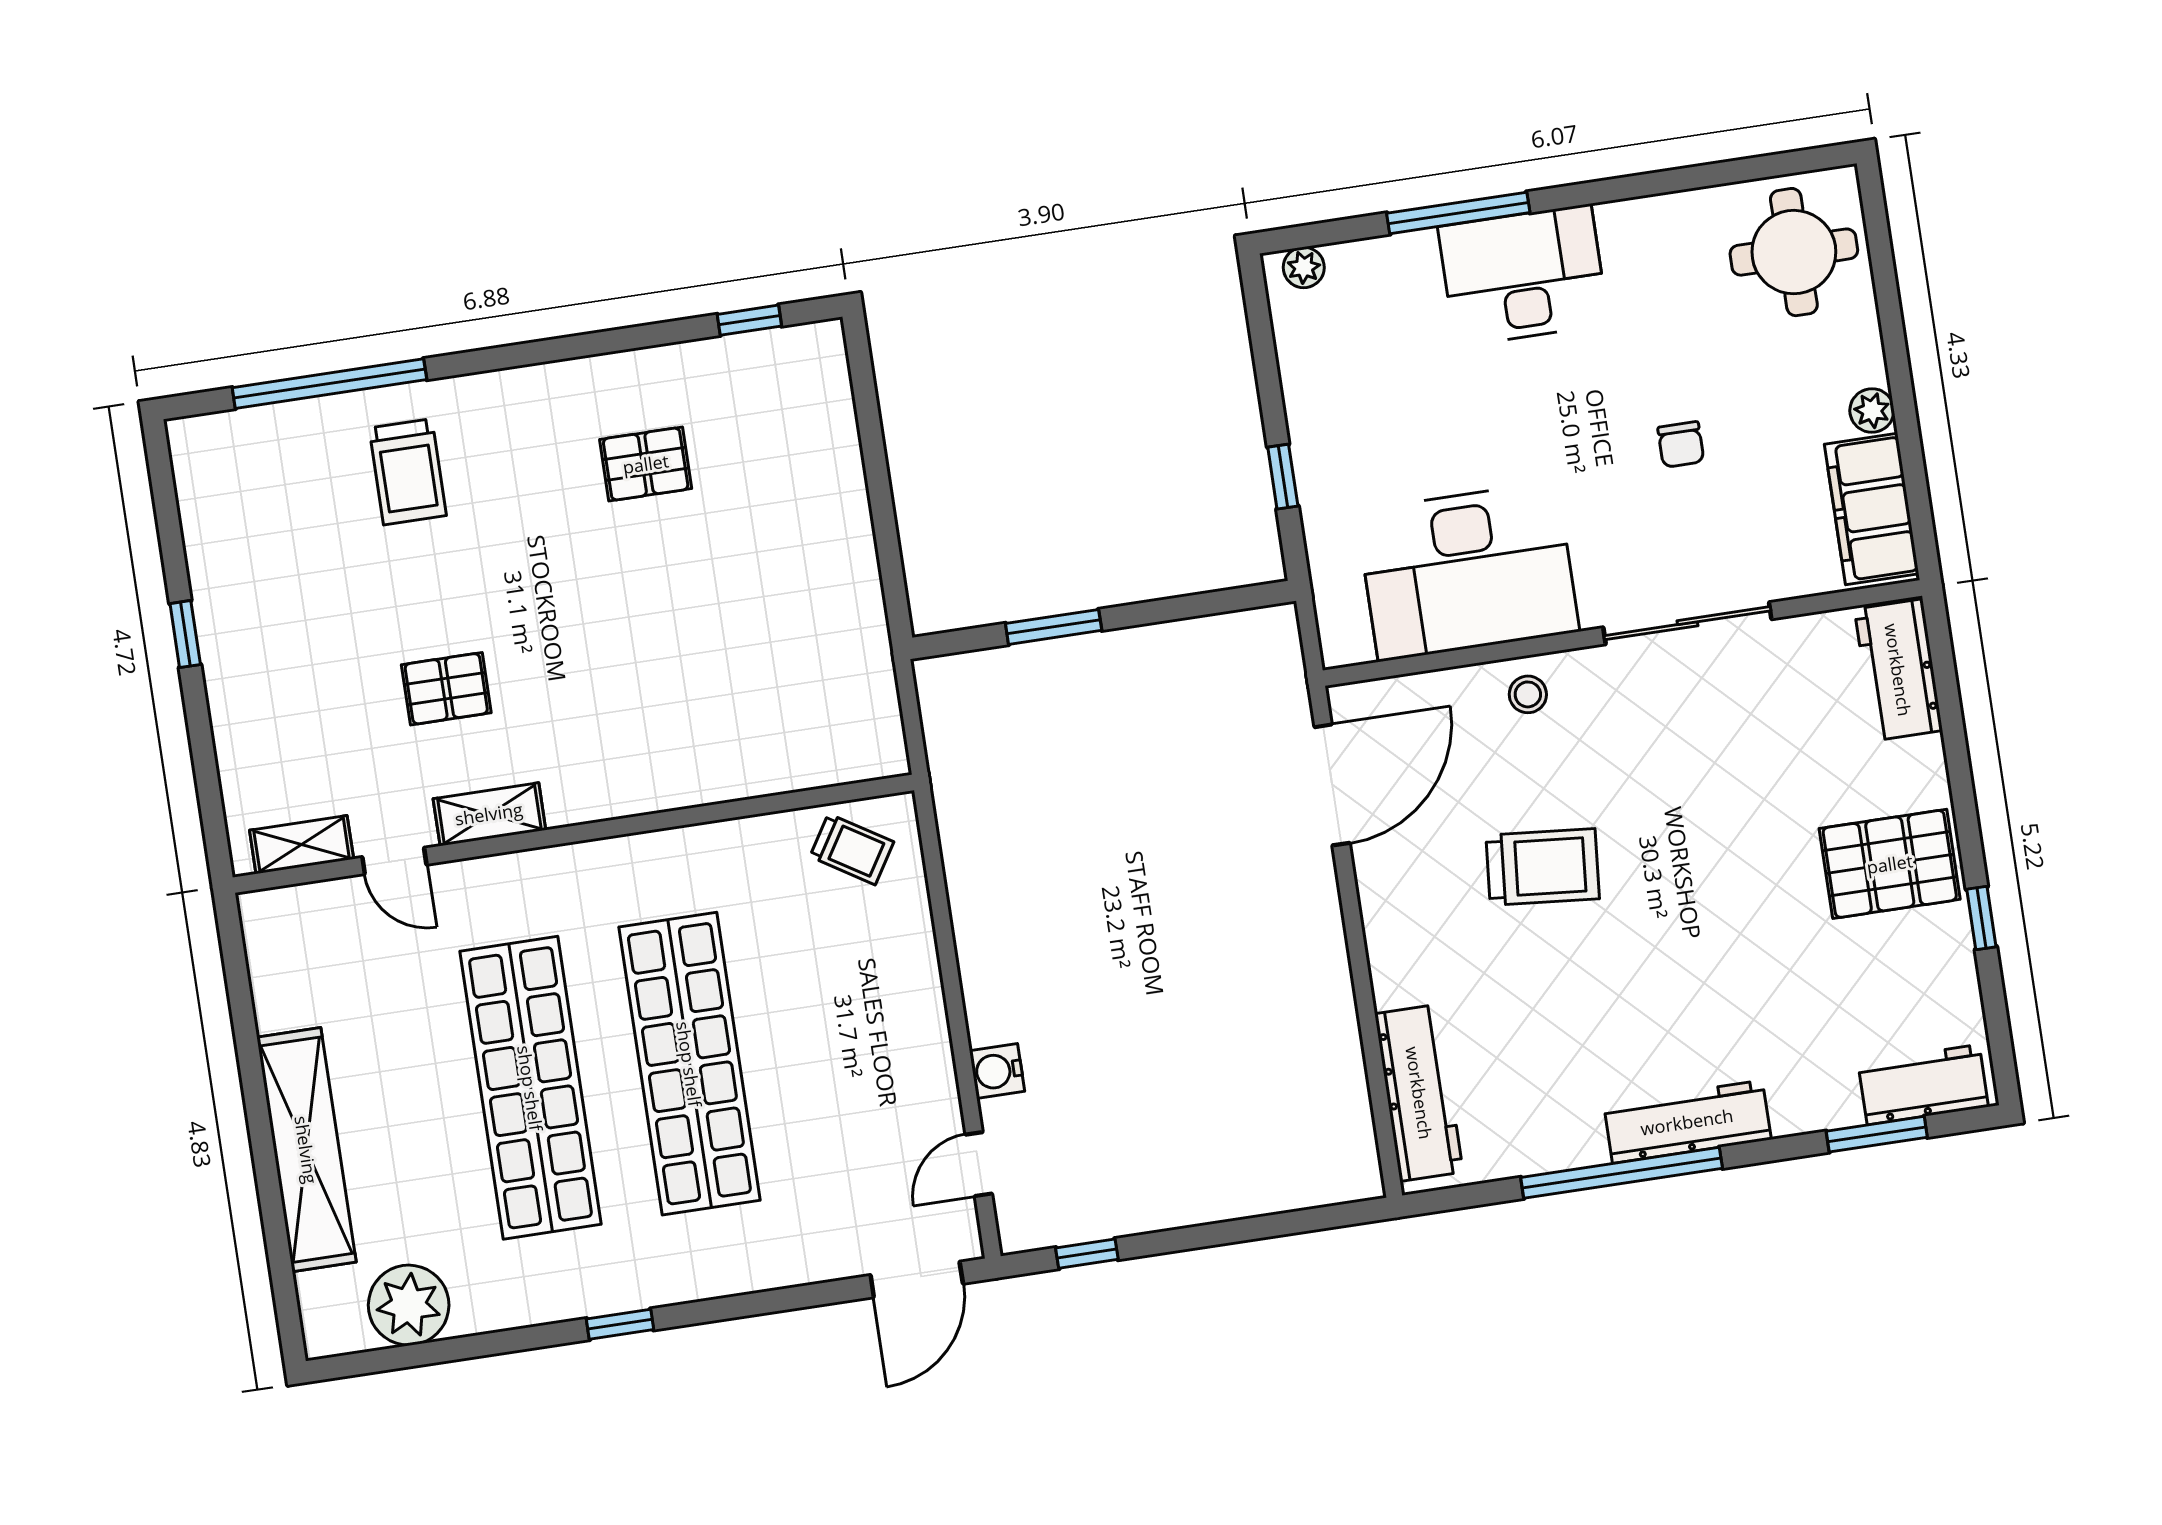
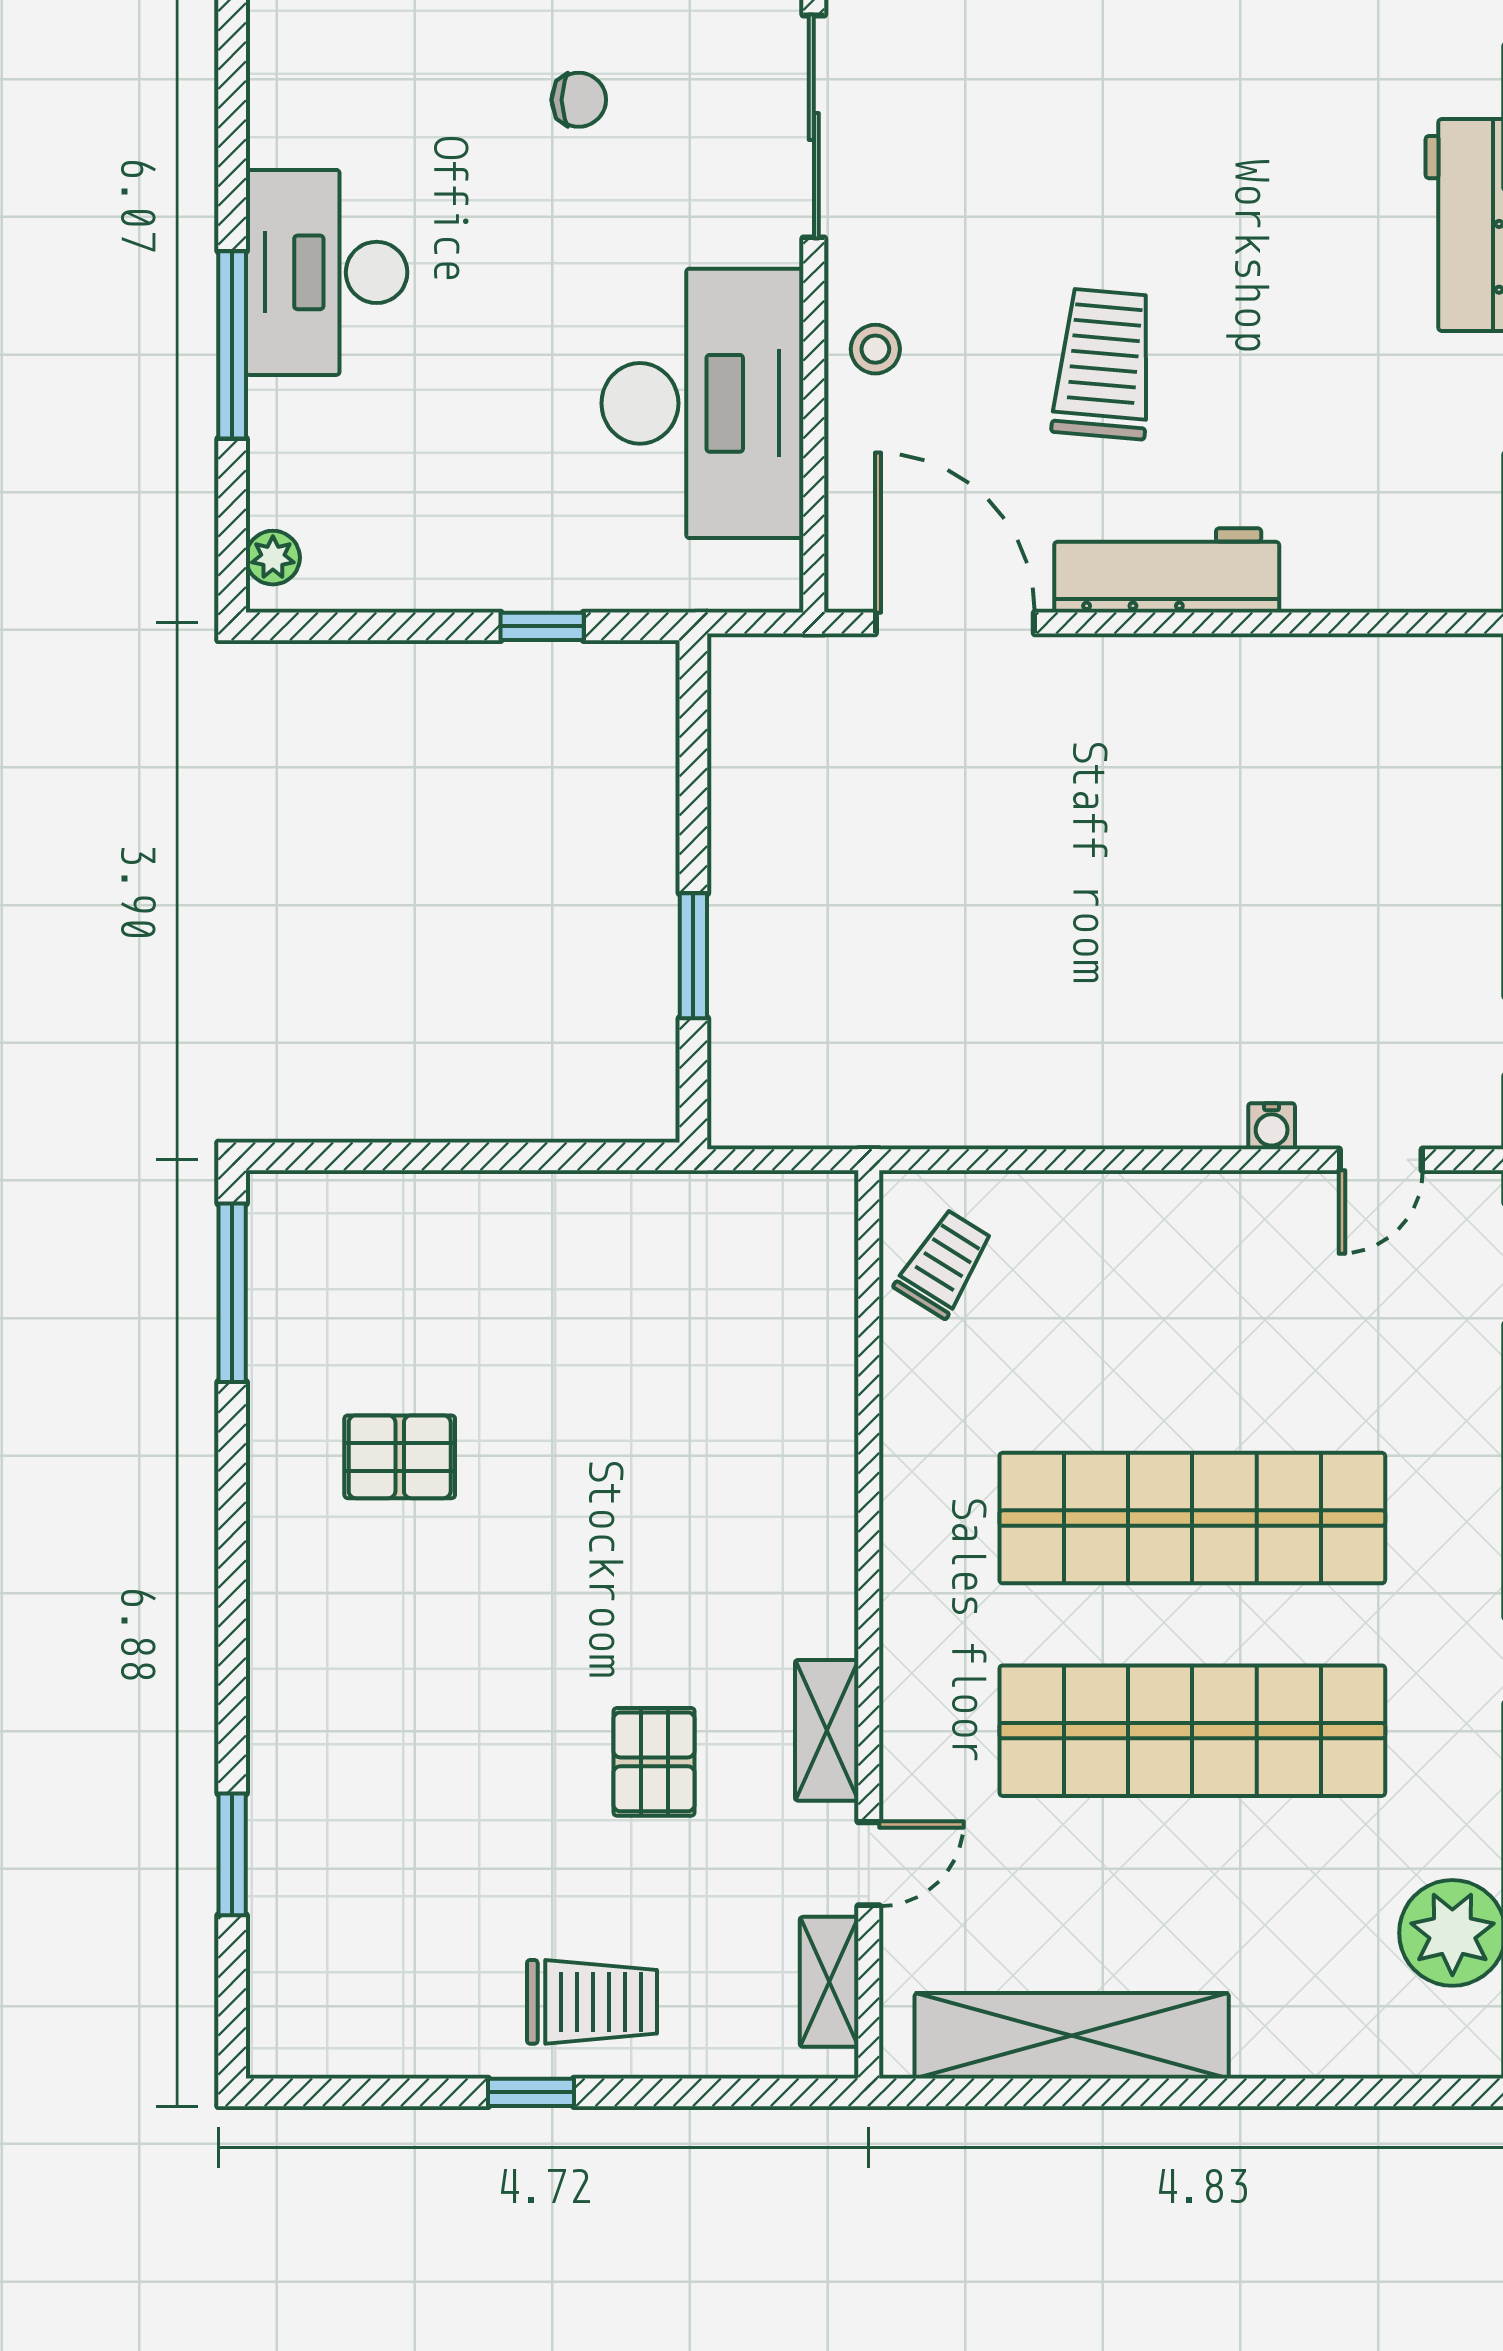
window: (749, 320) -> (232, 1293), width x2.17
window: (329, 384) -> (232, 1854), width x0.47
pallet: (646, 464) -> (400, 1457), turned 90
trolley: (408, 472) -> (592, 2002), moved
water cooler: (997, 1071) -> (1272, 1126), width x0.72, depth x0.72
workbench: (1419, 1093) -> (1167, 570), moved
shelving: (306, 1150) -> (1072, 2036), moved
door: (979, 1164) -> (1381, 1160), hinge flipped

